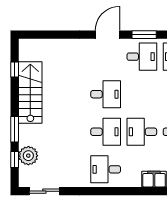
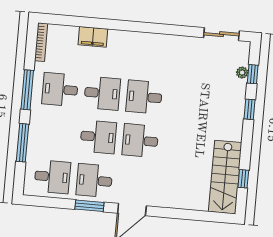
stairs: (30, 93) -> (225, 177), moved
window: (15, 129) -> (250, 109), width x0.67
plant: (28, 156) -> (242, 73), width x0.53, depth x0.53
desk: (106, 169) -> (98, 137), moved

